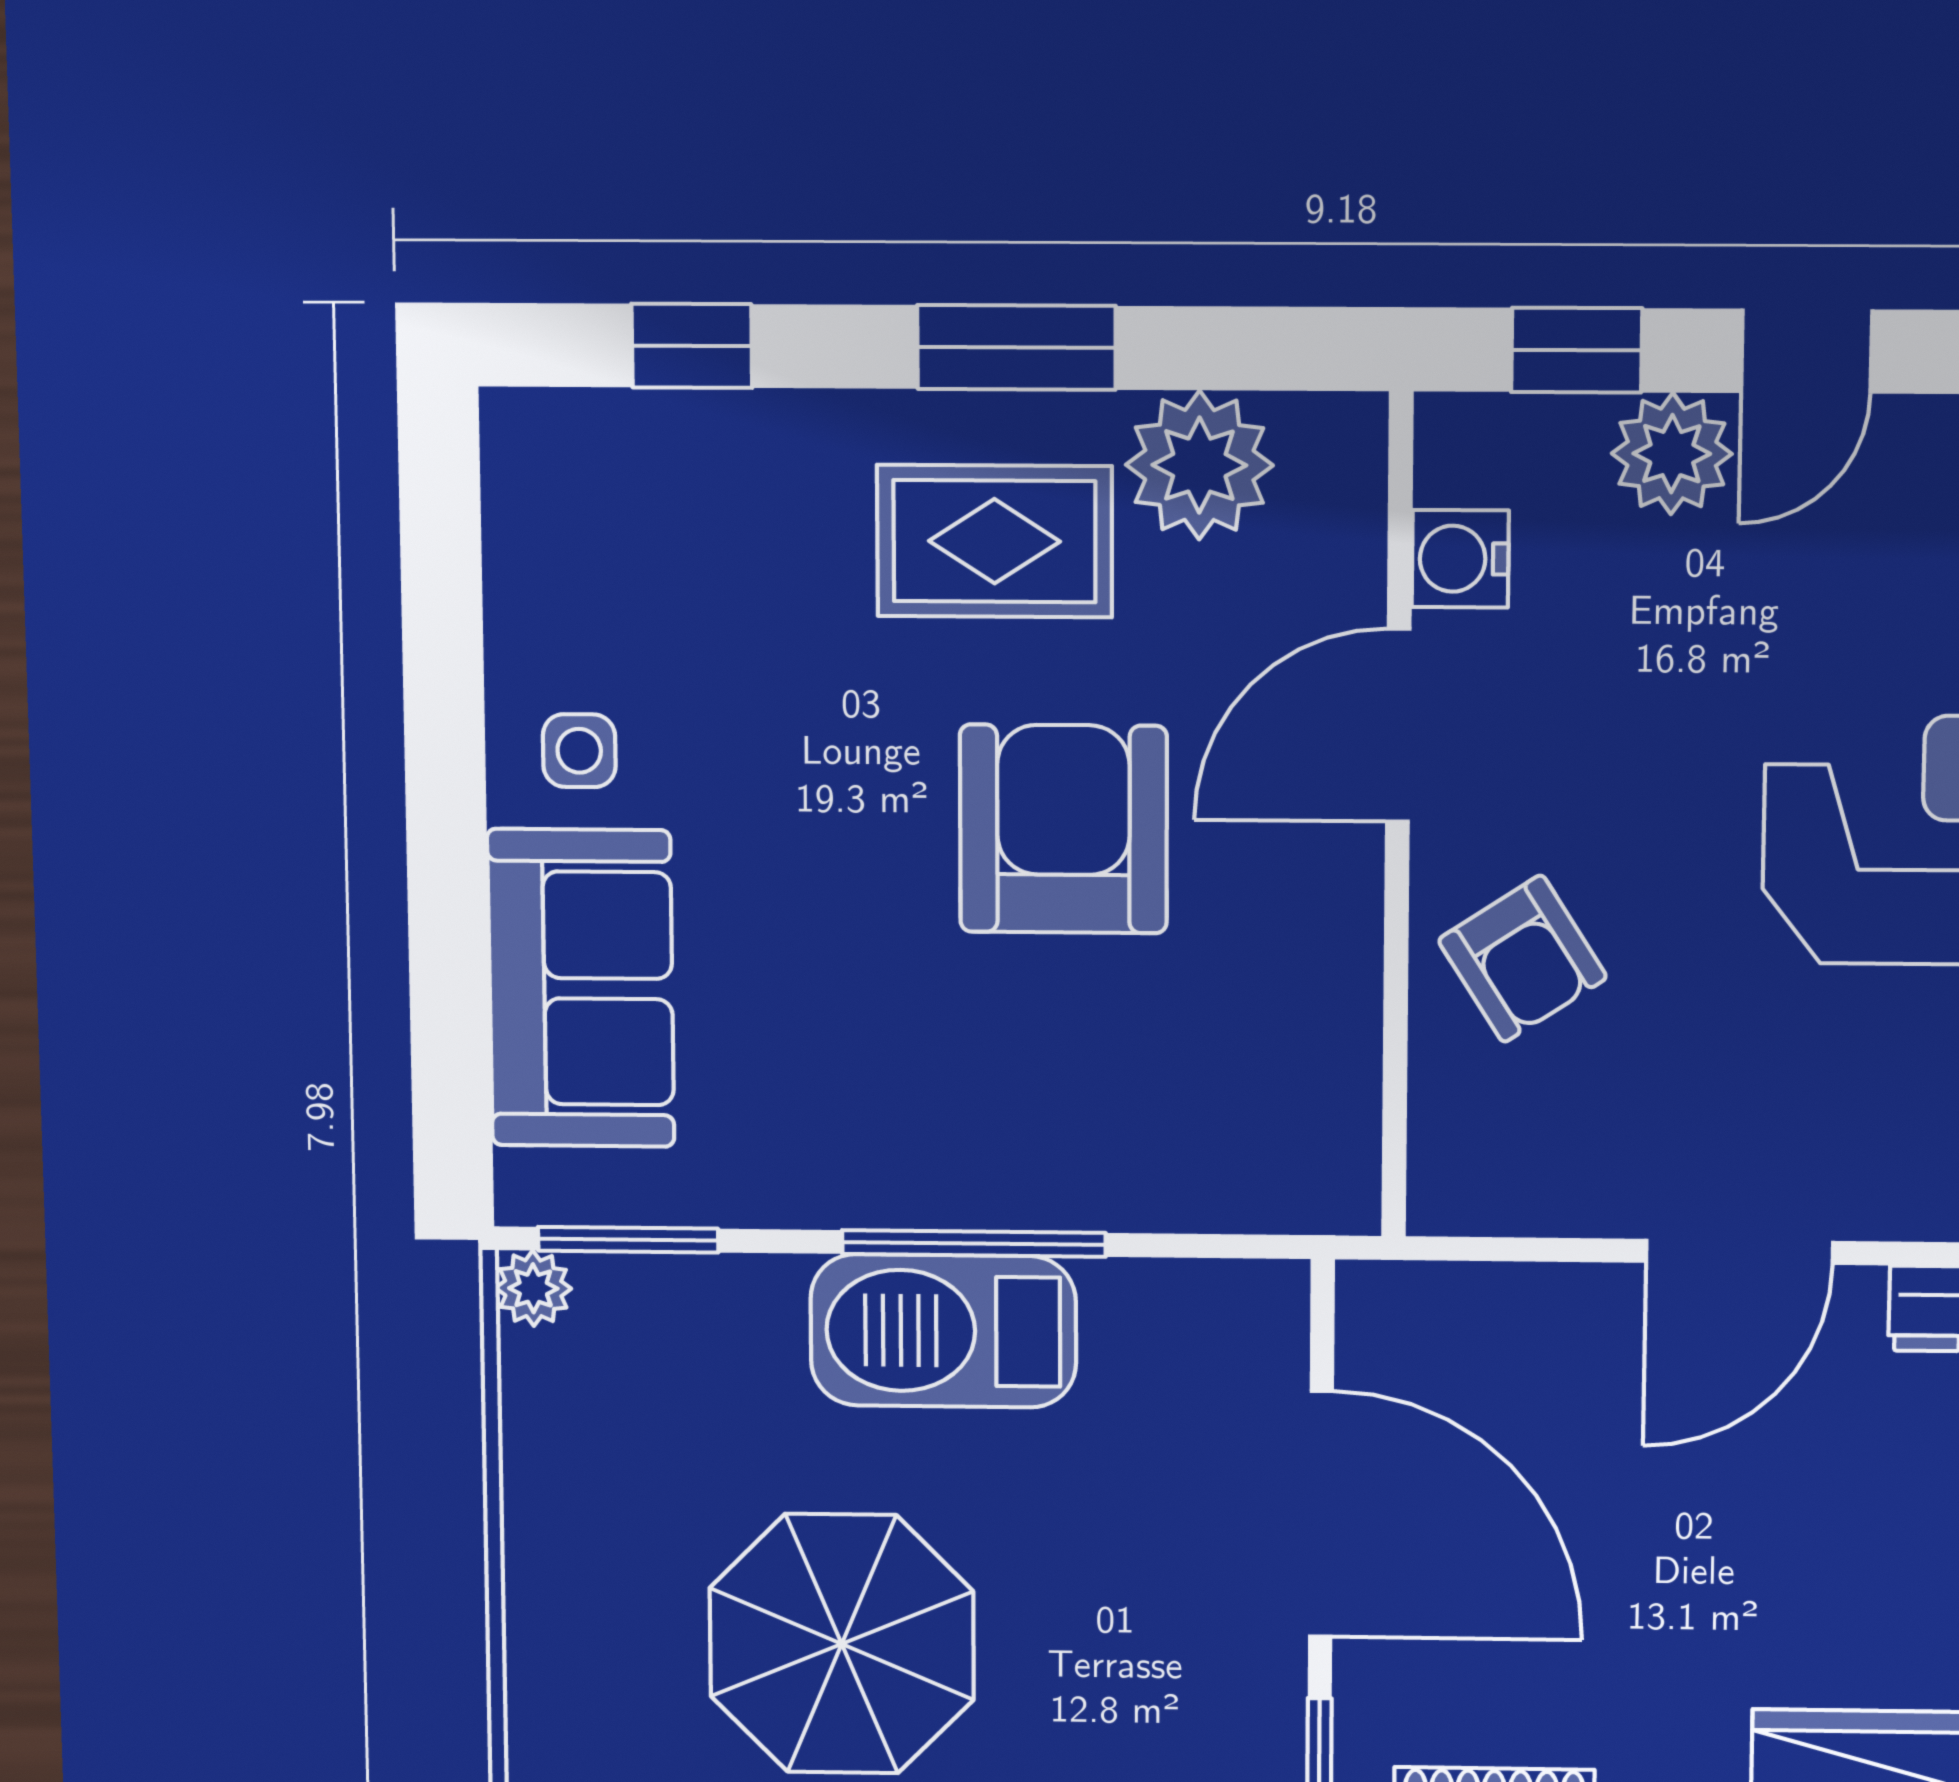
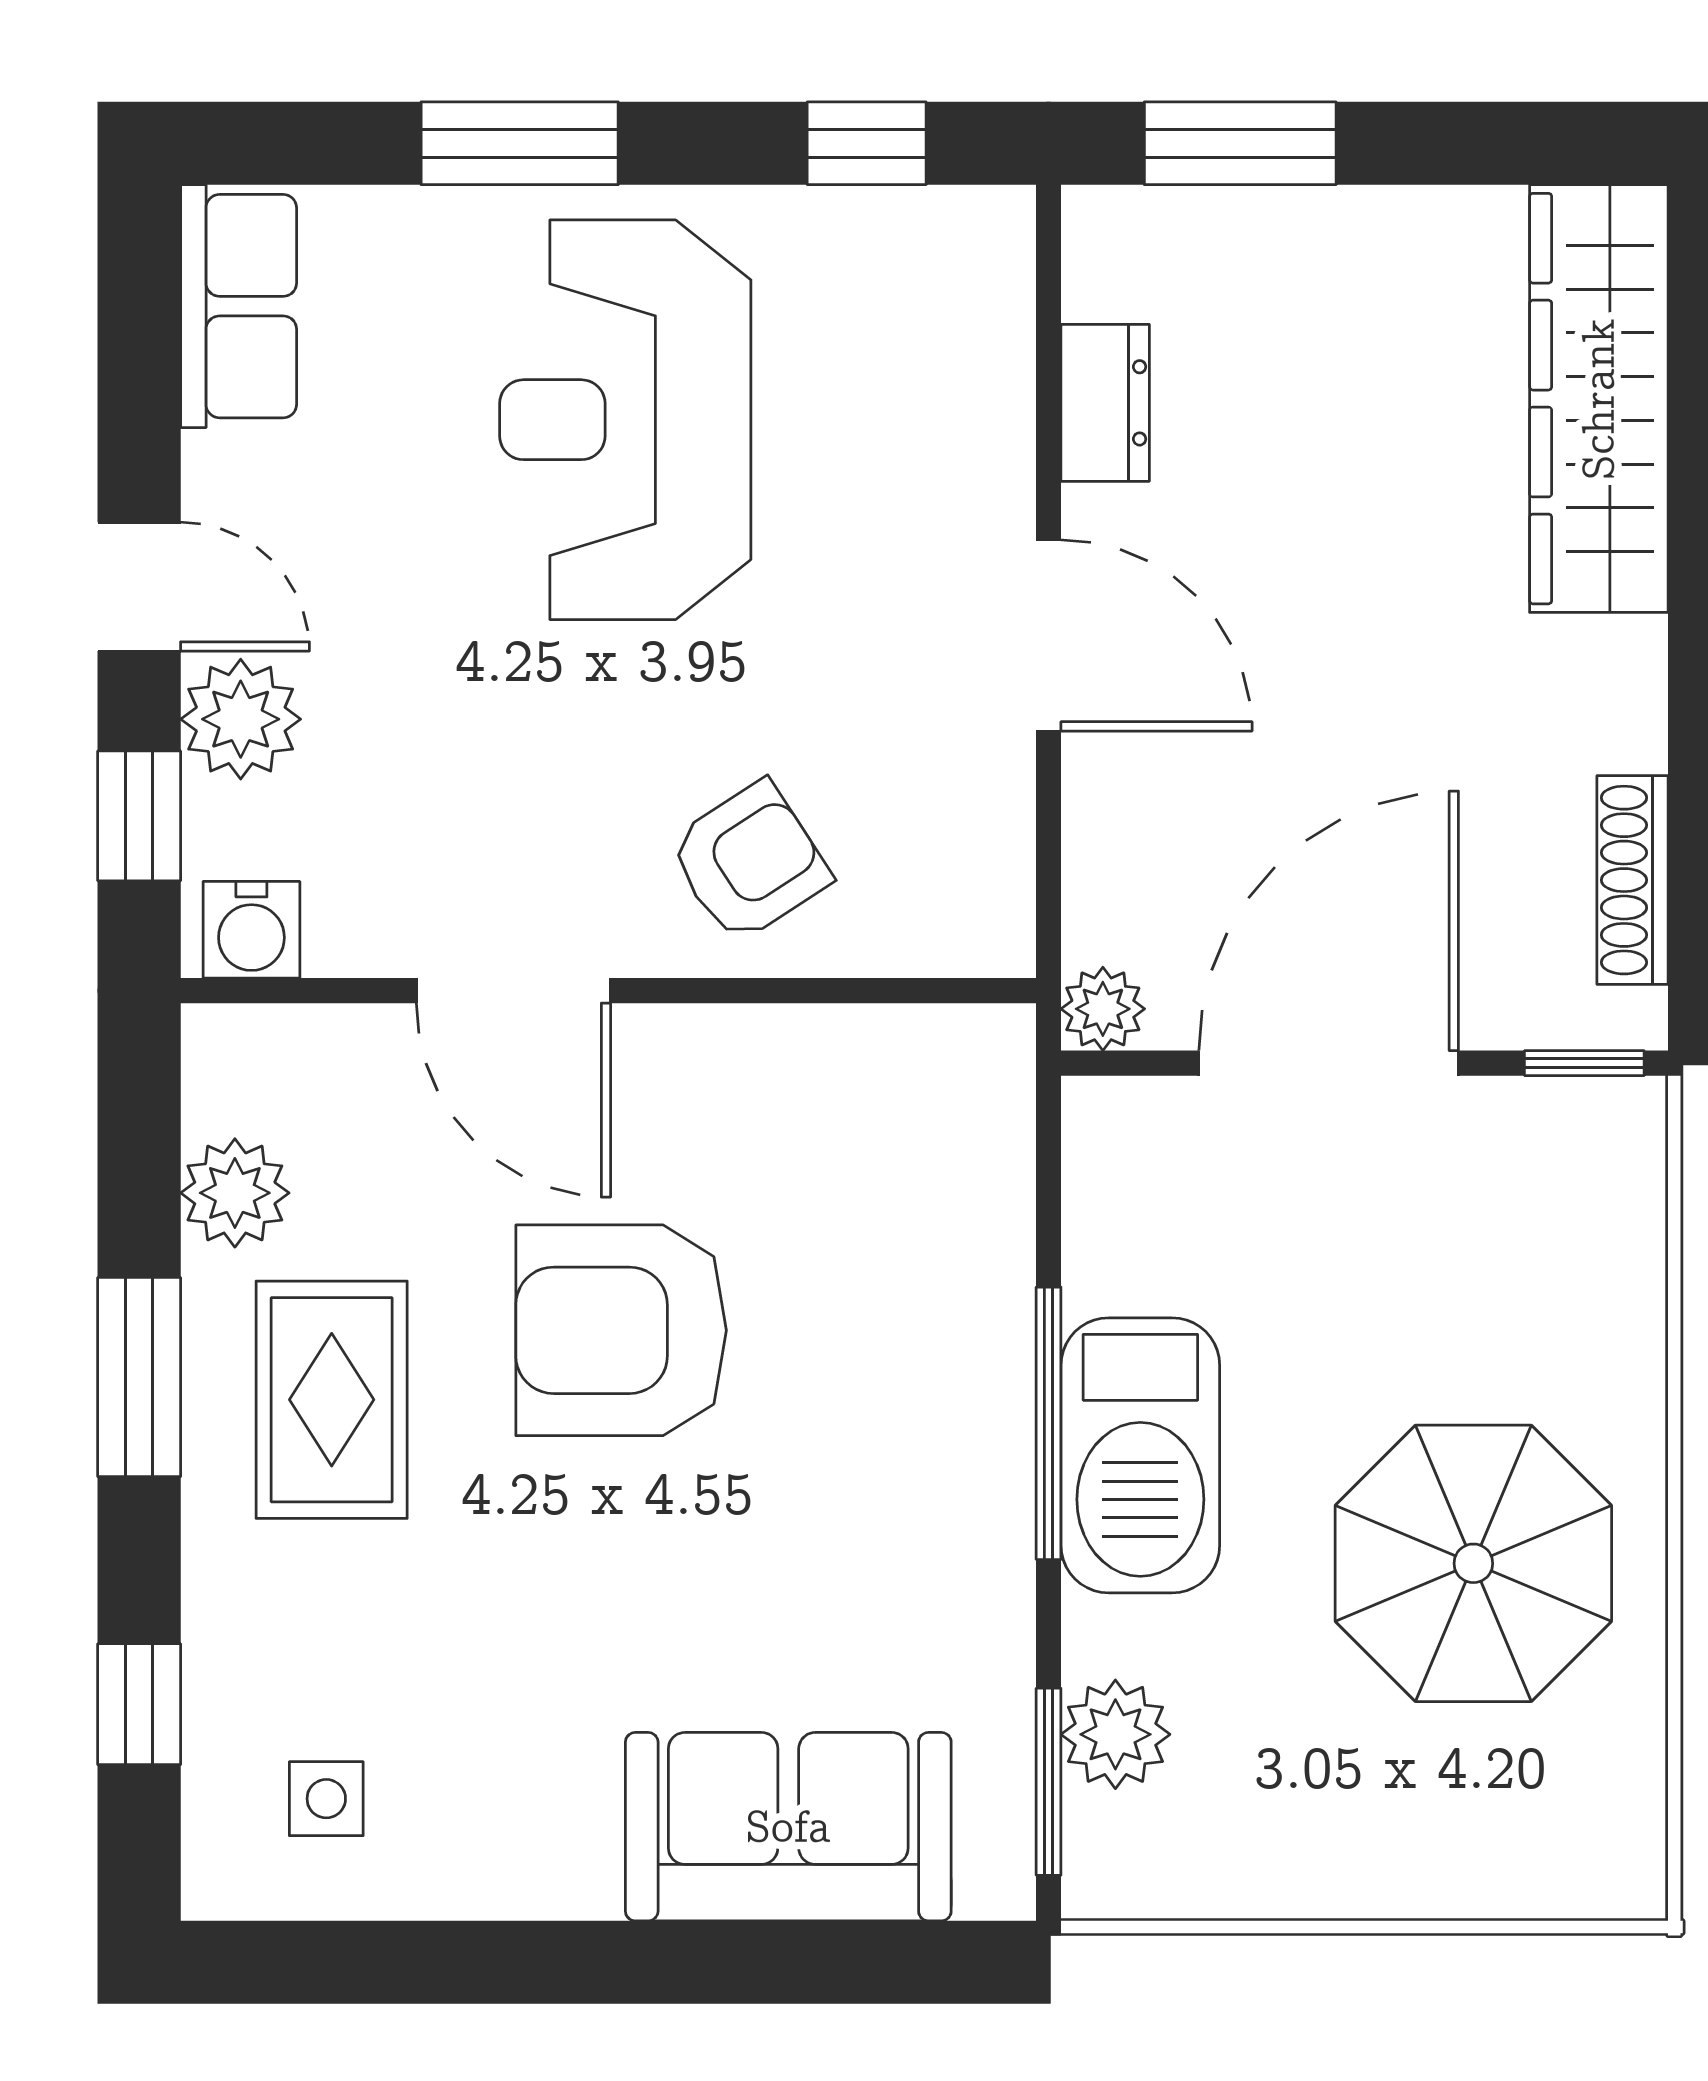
plant: (1199, 465) -> (235, 1193), width x0.73, depth x0.73
water cooler: (1460, 559) -> (251, 930), moved
side table: (579, 751) -> (326, 1799), moved
plant: (533, 1288) -> (1115, 1734), moved, width x1.38, depth x1.38
plant: (1375, 1300) -> (1103, 1009), added

